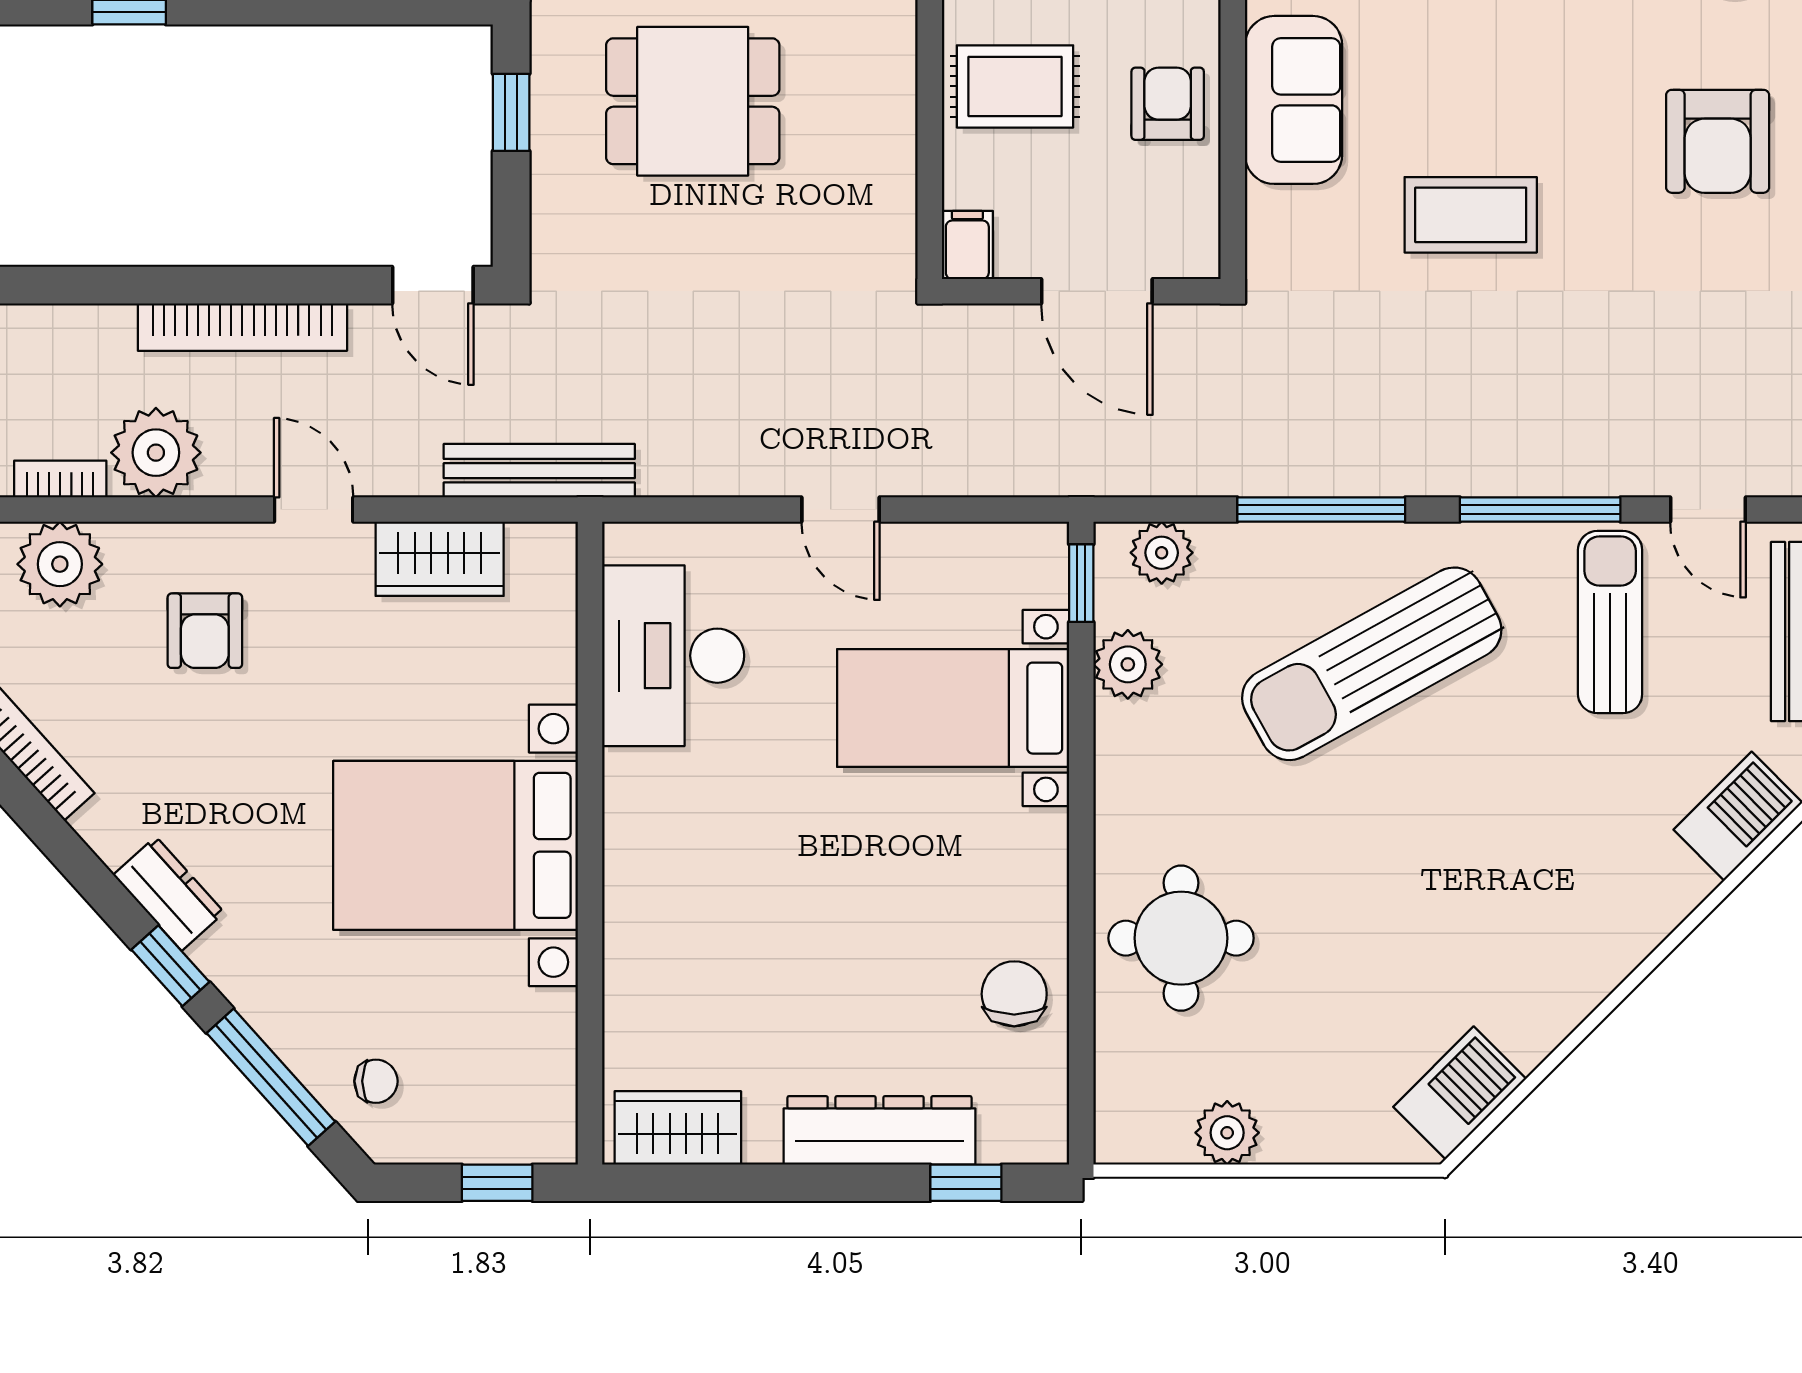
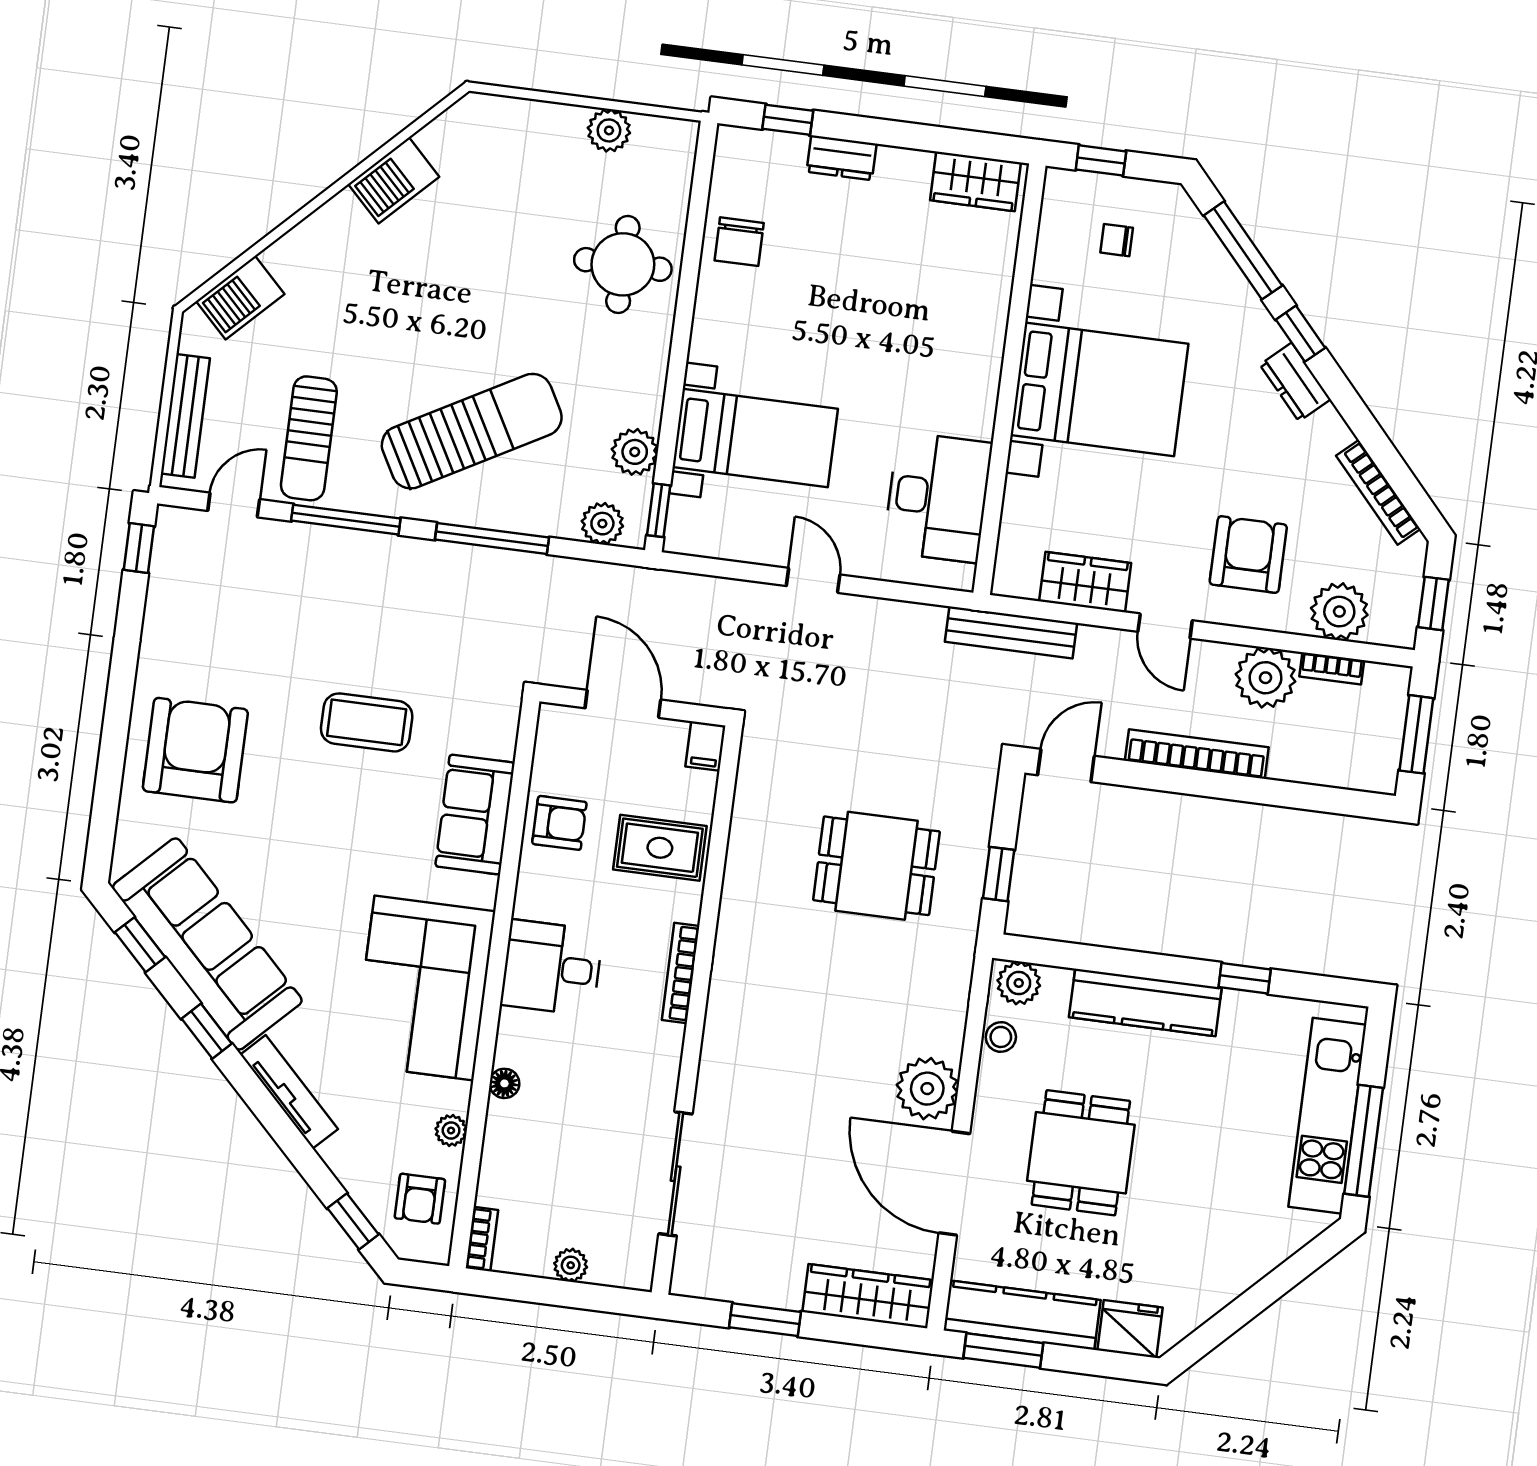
armchair: (1168, 104) -> (559, 823), turned -90
armchair: (1718, 141) -> (195, 750), width x1.36, depth x1.36
door: (433, 285) -> (1066, 766), hinge flipped
door: (1708, 510) -> (234, 505), hinge flipped
armchair: (205, 631) -> (1248, 554), width x1.38, depth x1.38
chair: (376, 1081) -> (1117, 240), moved
barbecue: (1460, 1093) -> (394, 180), moved
dresser: (880, 1130) -> (842, 158), width x0.51, depth x0.80

